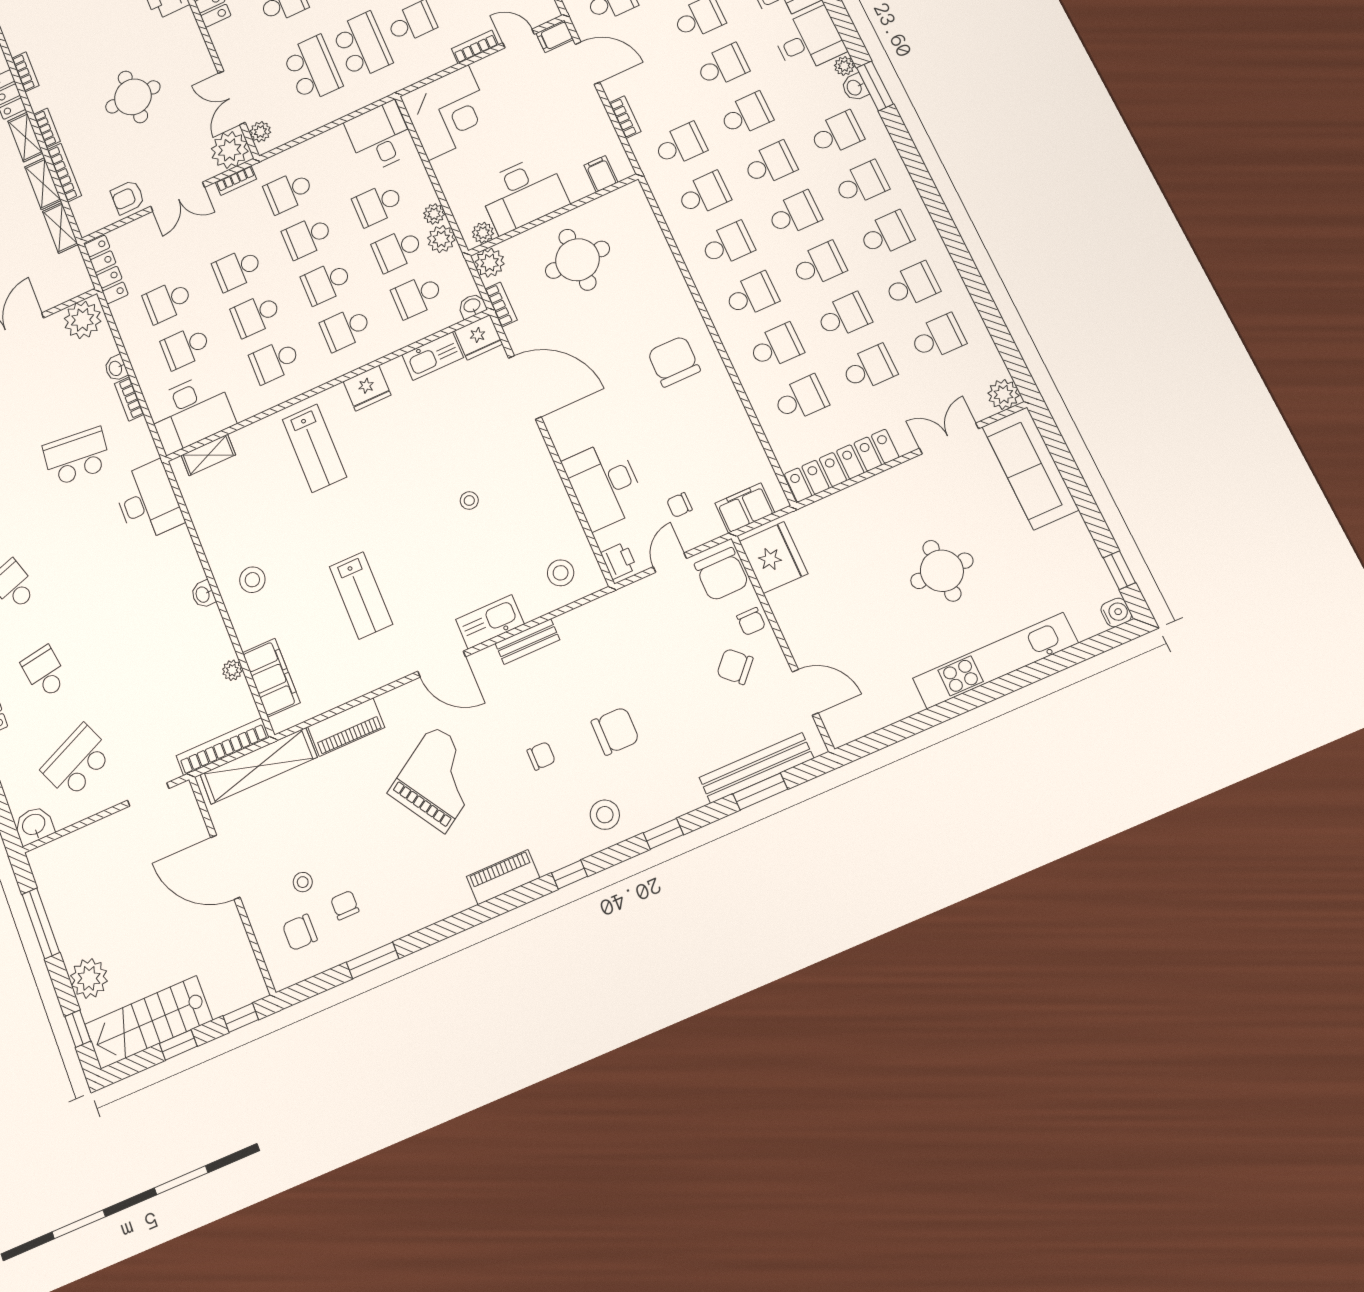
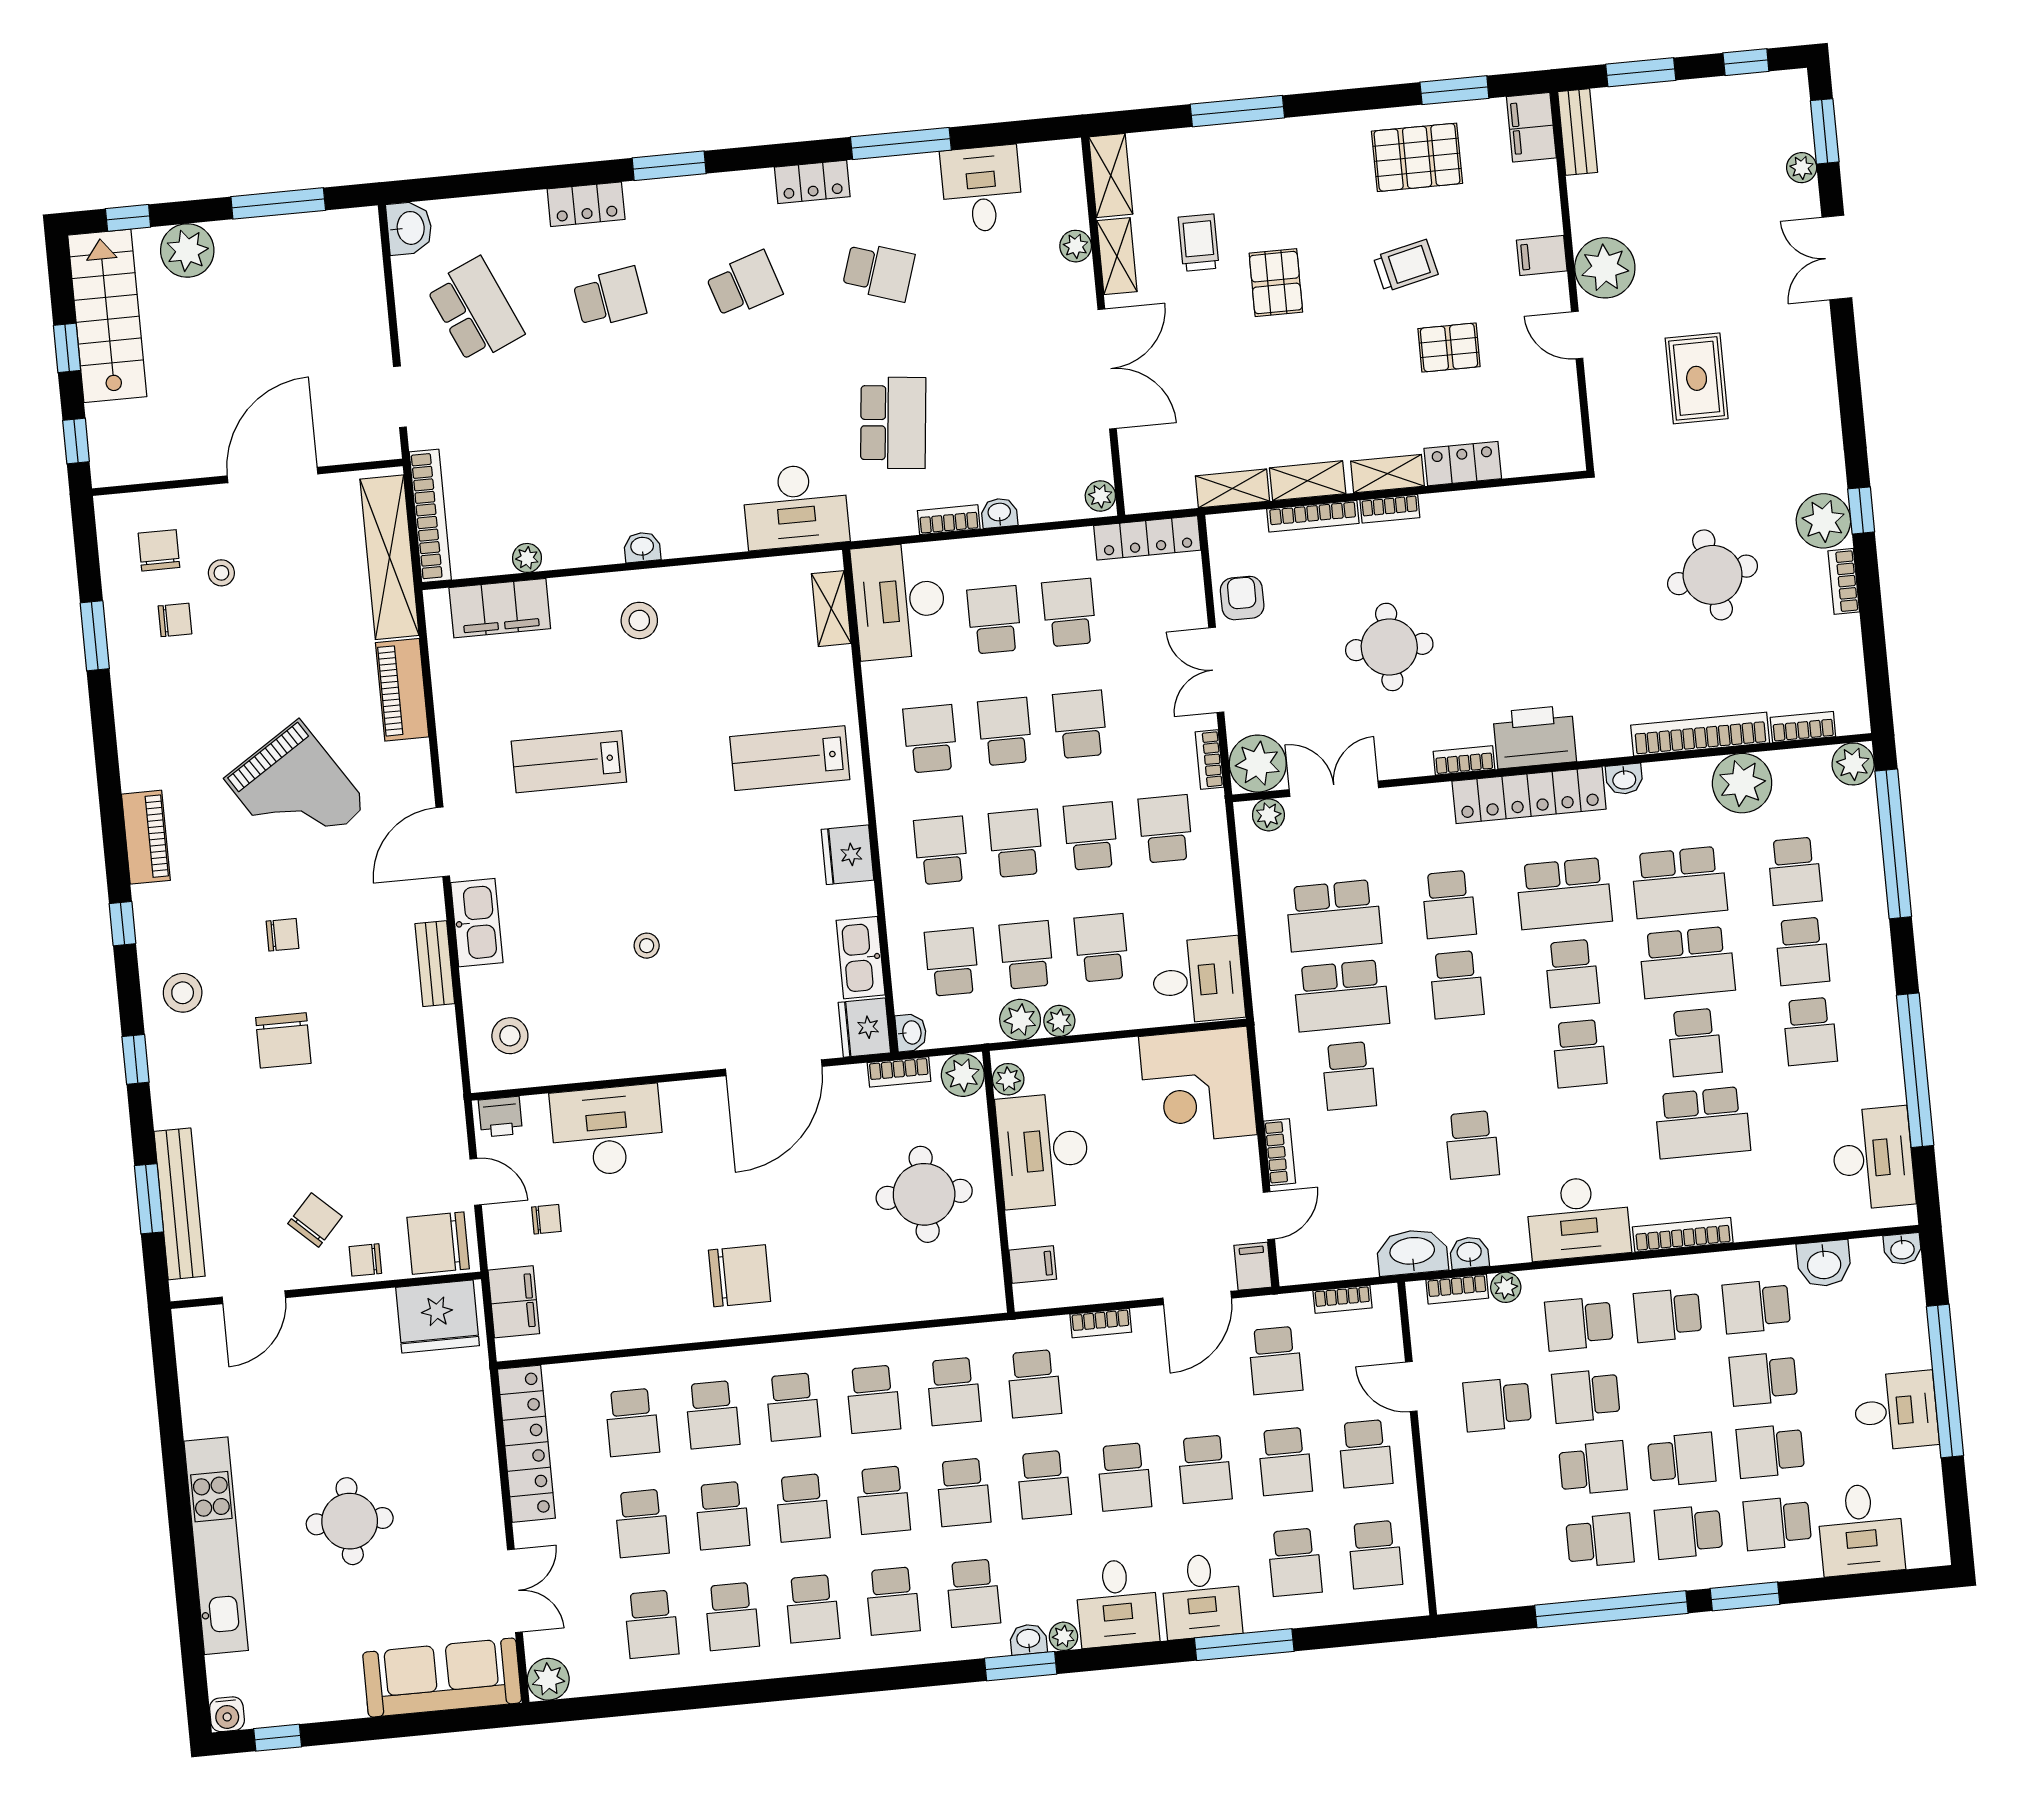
bookcase: (25, 72) -> (1464, 760), moved, turned 180
plant: (83, 320) -> (1100, 496), width x0.53, depth x0.53
chair: (679, 505) -> (546, 1219), turned 90
chair: (541, 756) -> (282, 935), turned -90

